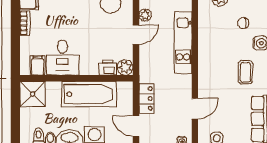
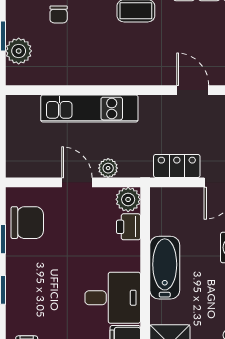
plant: (145, 15) -> (108, 168), moved
bathtub: (89, 94) -> (165, 268), width x0.73, depth x0.73

